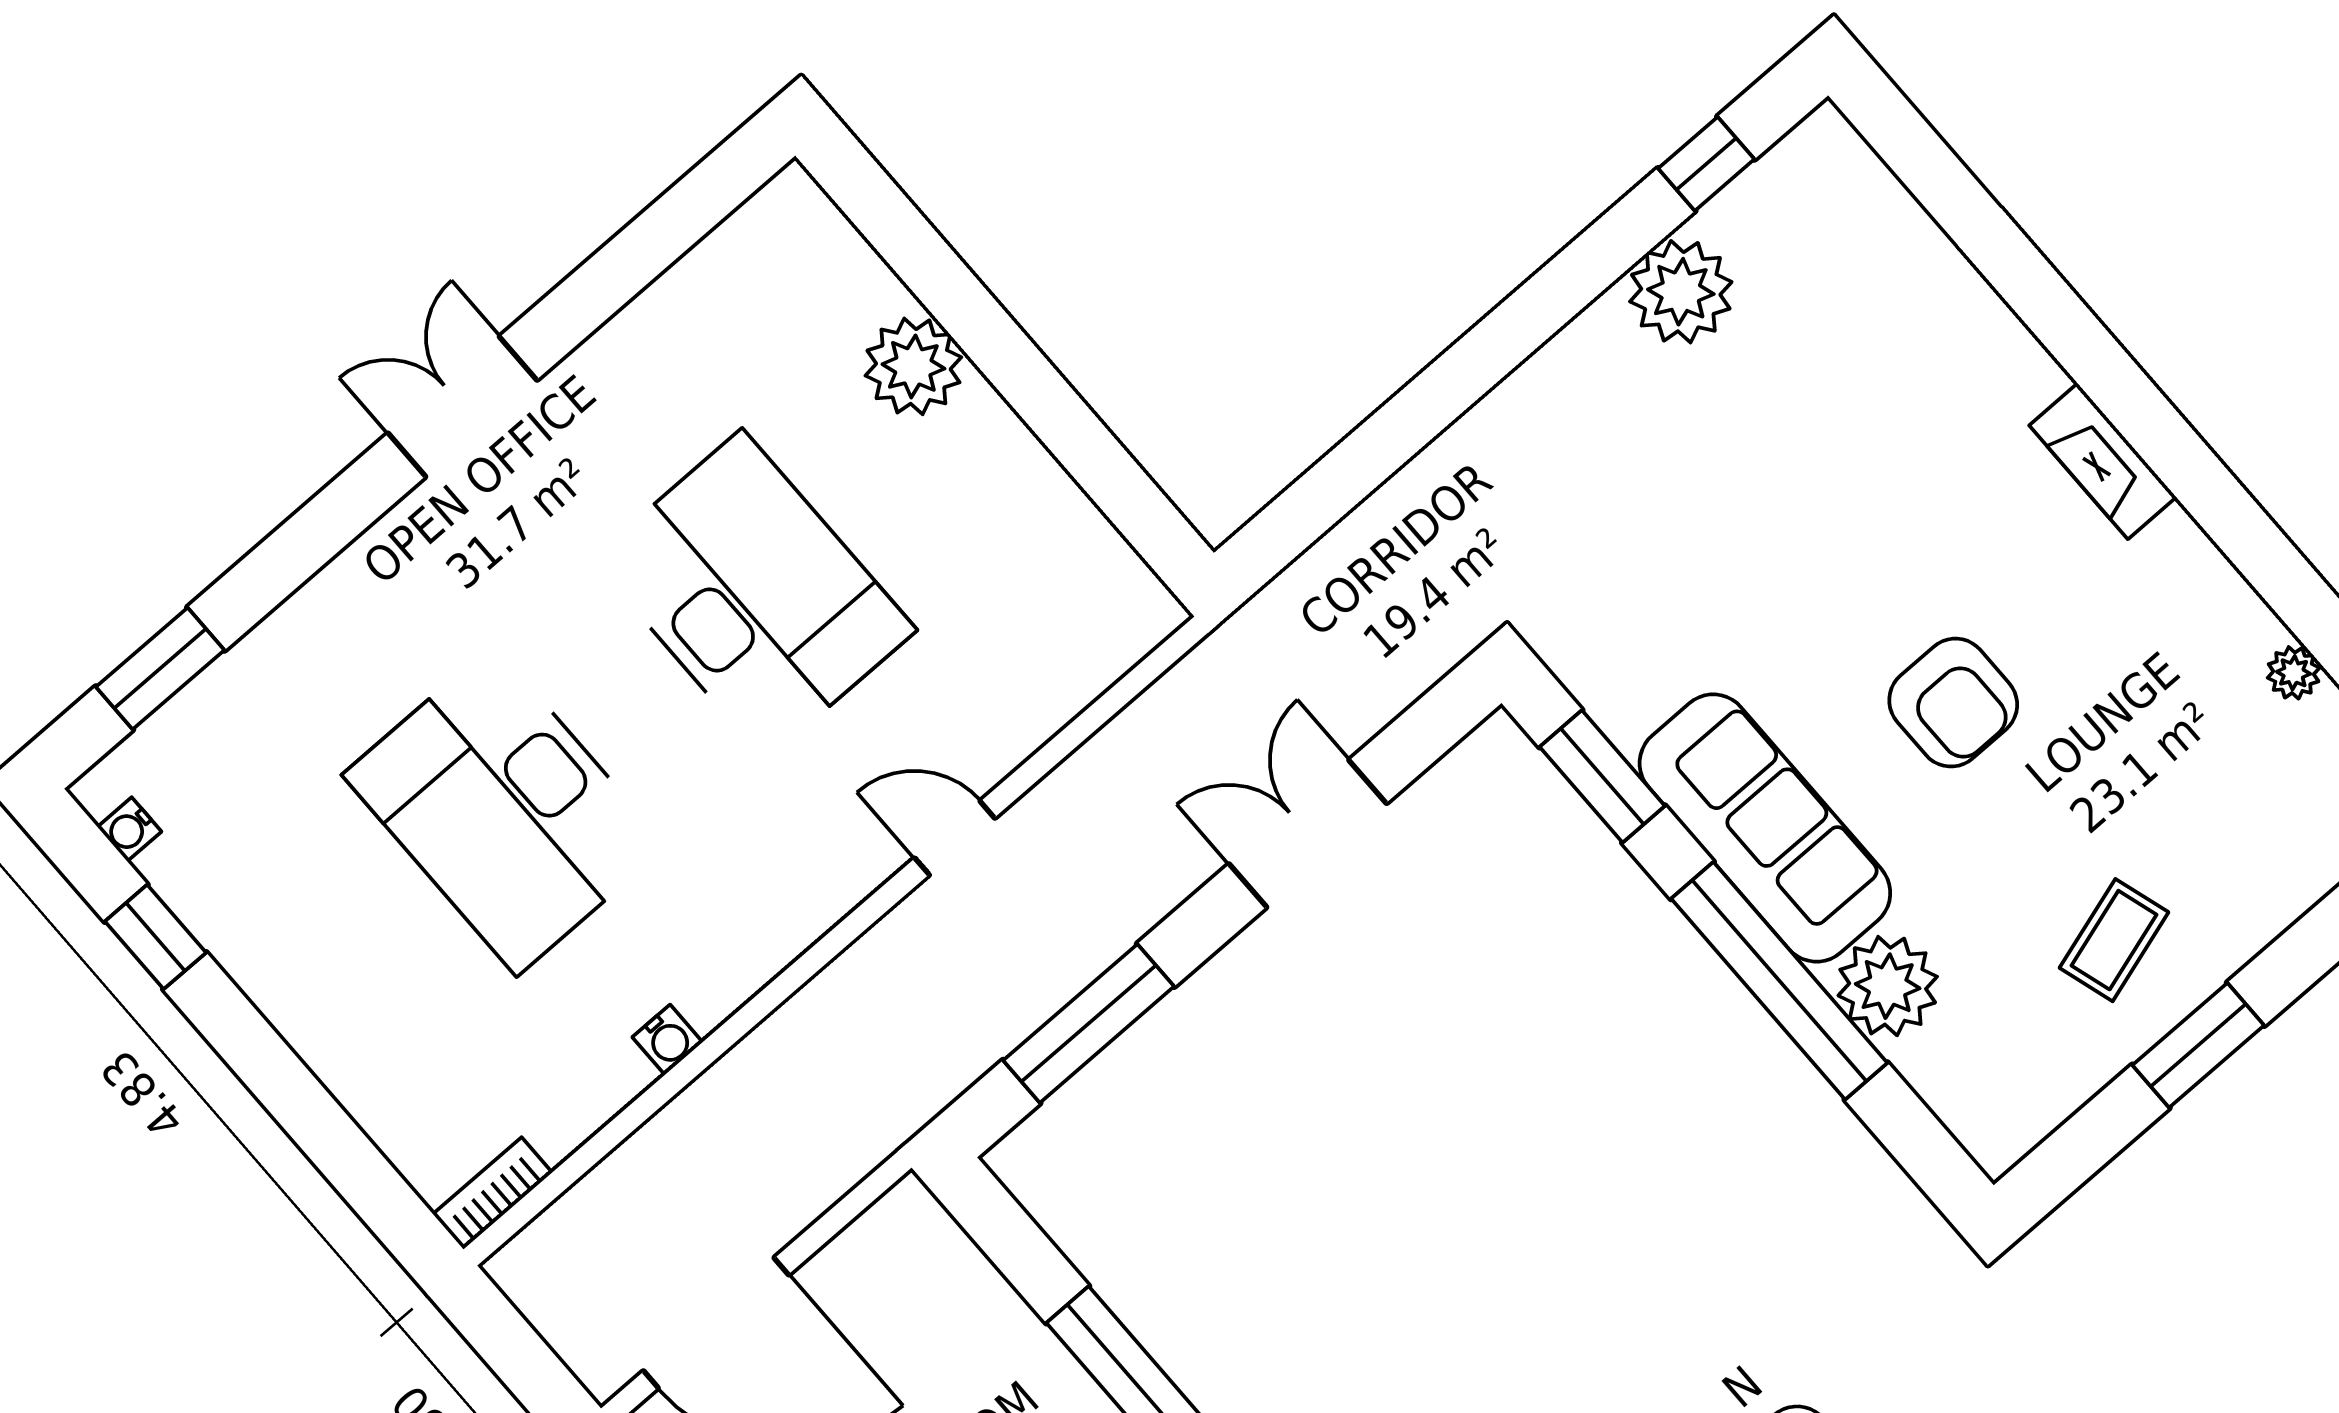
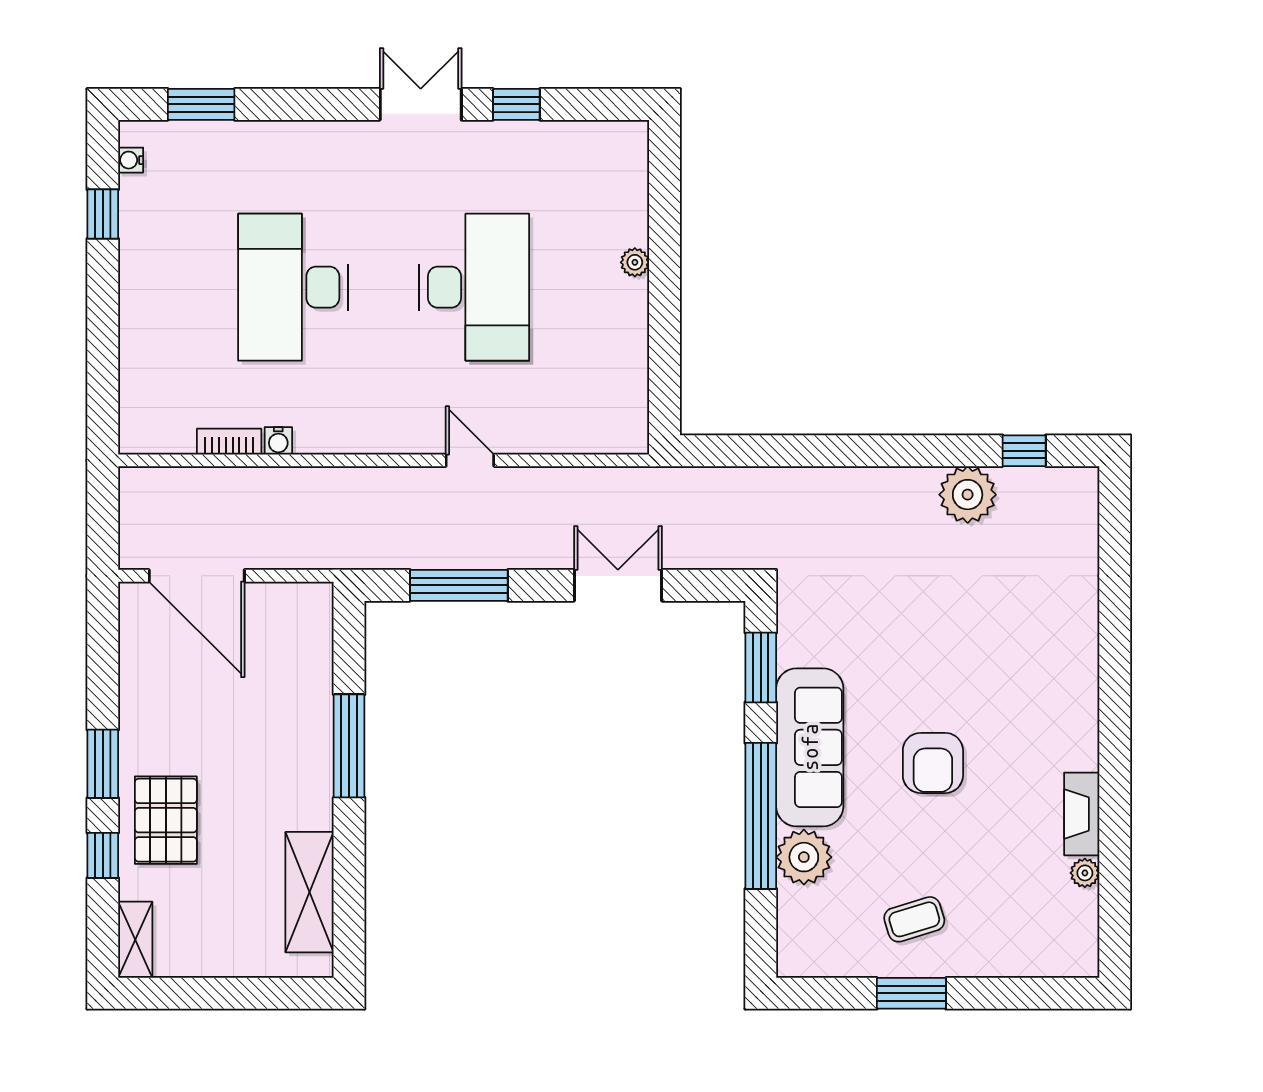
window: (594, 293) -> (516, 104), added
plant: (913, 366) -> (635, 262), width x0.53, depth x0.53
fireplace: (2103, 461) -> (1082, 814), moved
bookcase: (493, 1193) -> (229, 442), moved

